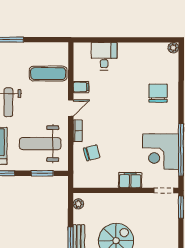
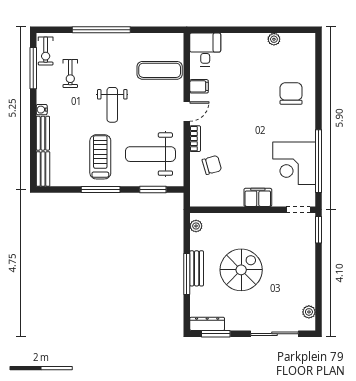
plant: (173, 48) -> (274, 39), moved
desk: (104, 56) -> (205, 49), moved

